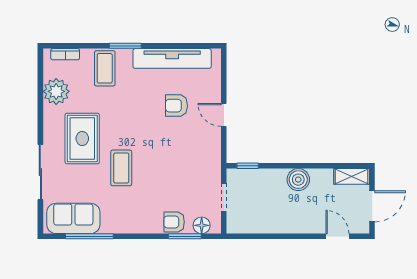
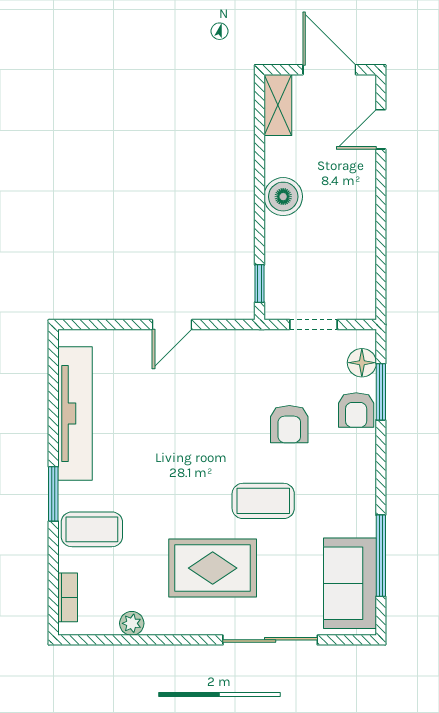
plant: (56, 91) -> (132, 623), width x0.53, depth x0.53
armchair: (176, 106) -> (289, 424), moved

